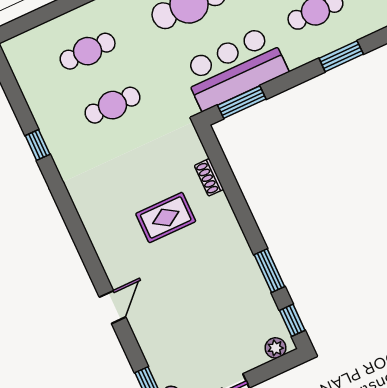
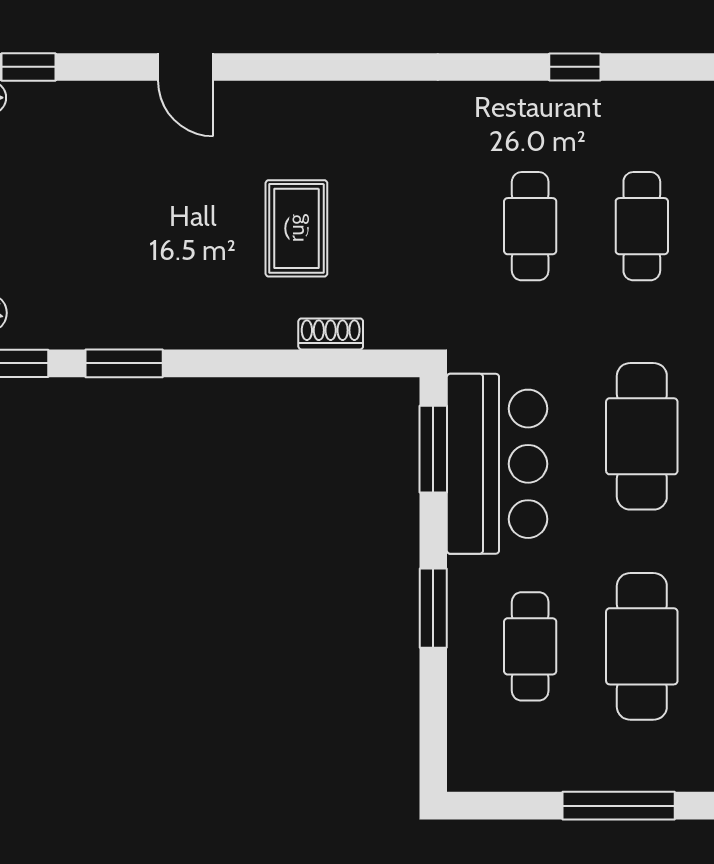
window: (341, 56) -> (433, 608), moved
window: (38, 145) -> (575, 67), moved

